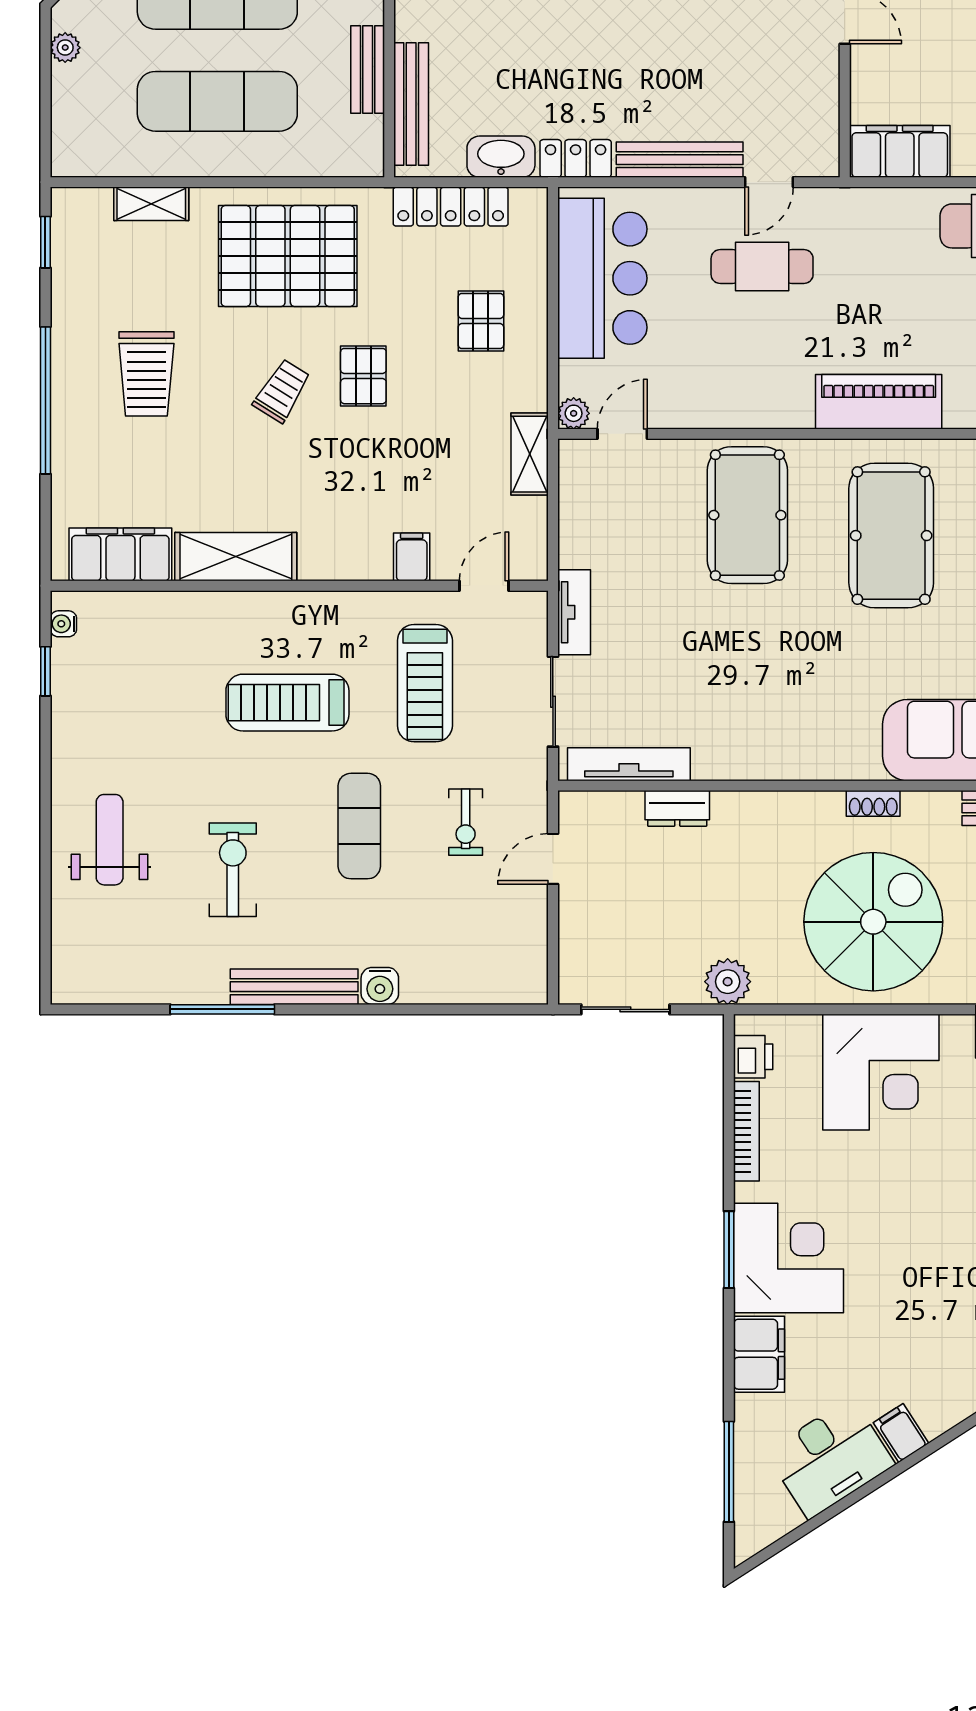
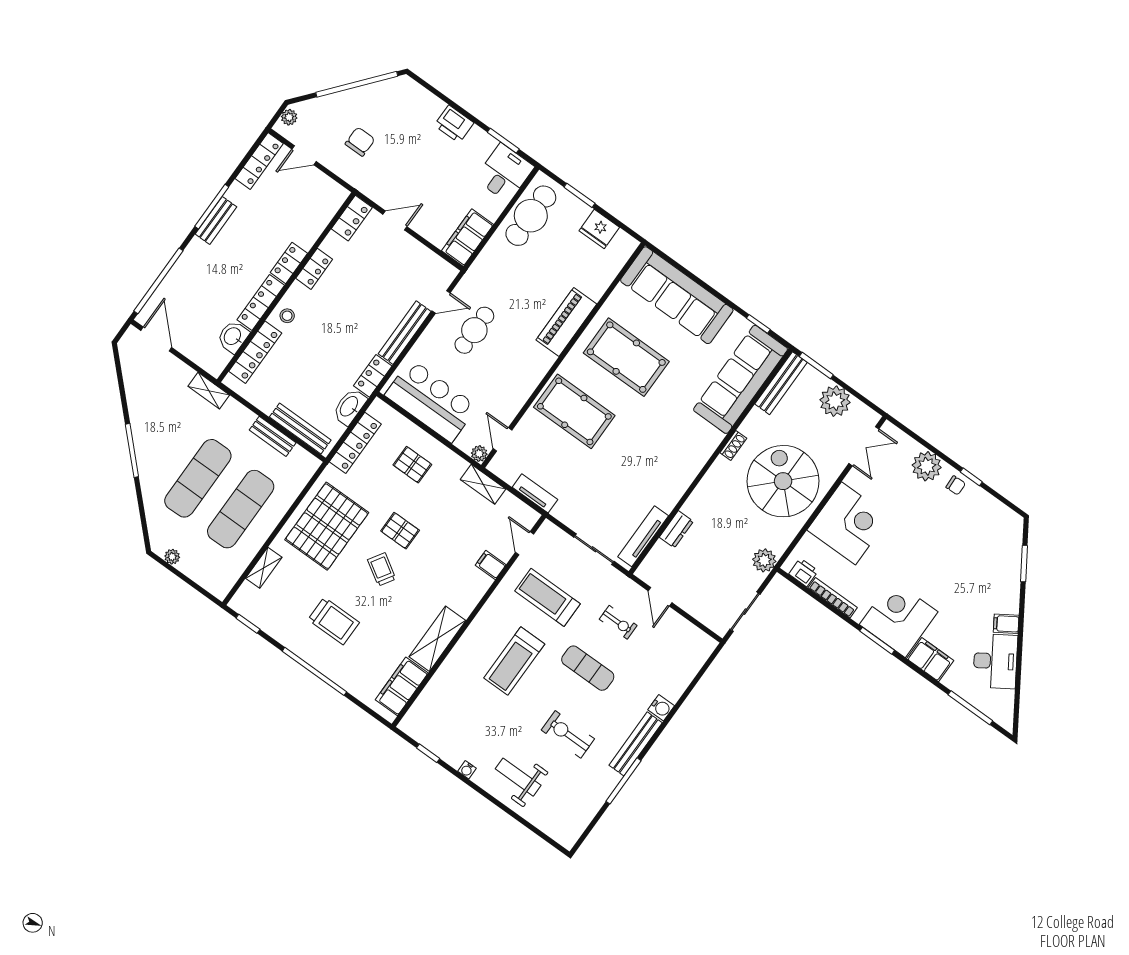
door: (769, 182) -> (441, 302), hinge flipped
tv unit: (574, 612) -> (535, 493), moved
water cooler: (63, 624) -> (467, 770), moved
treadmill: (425, 683) -> (548, 597), turned 180

